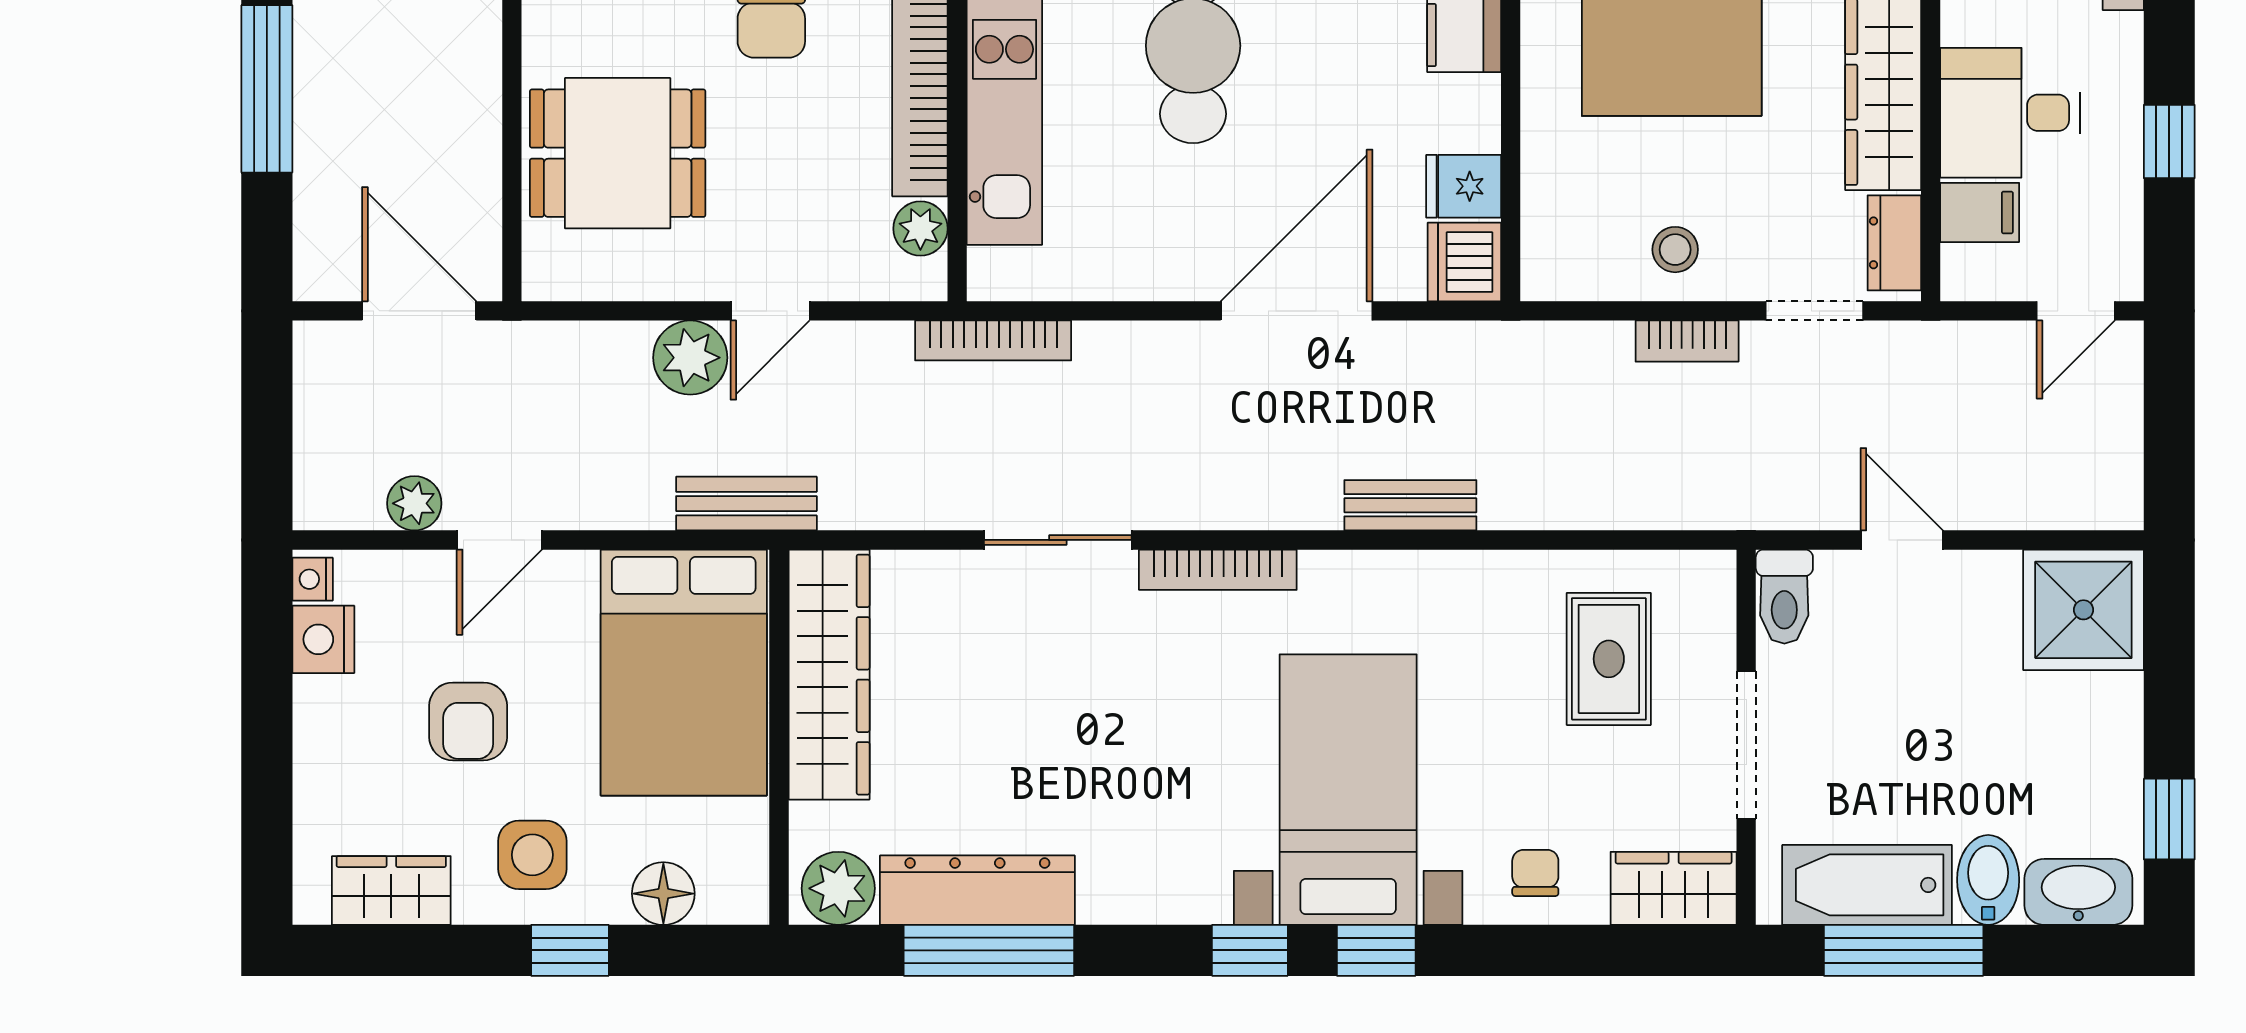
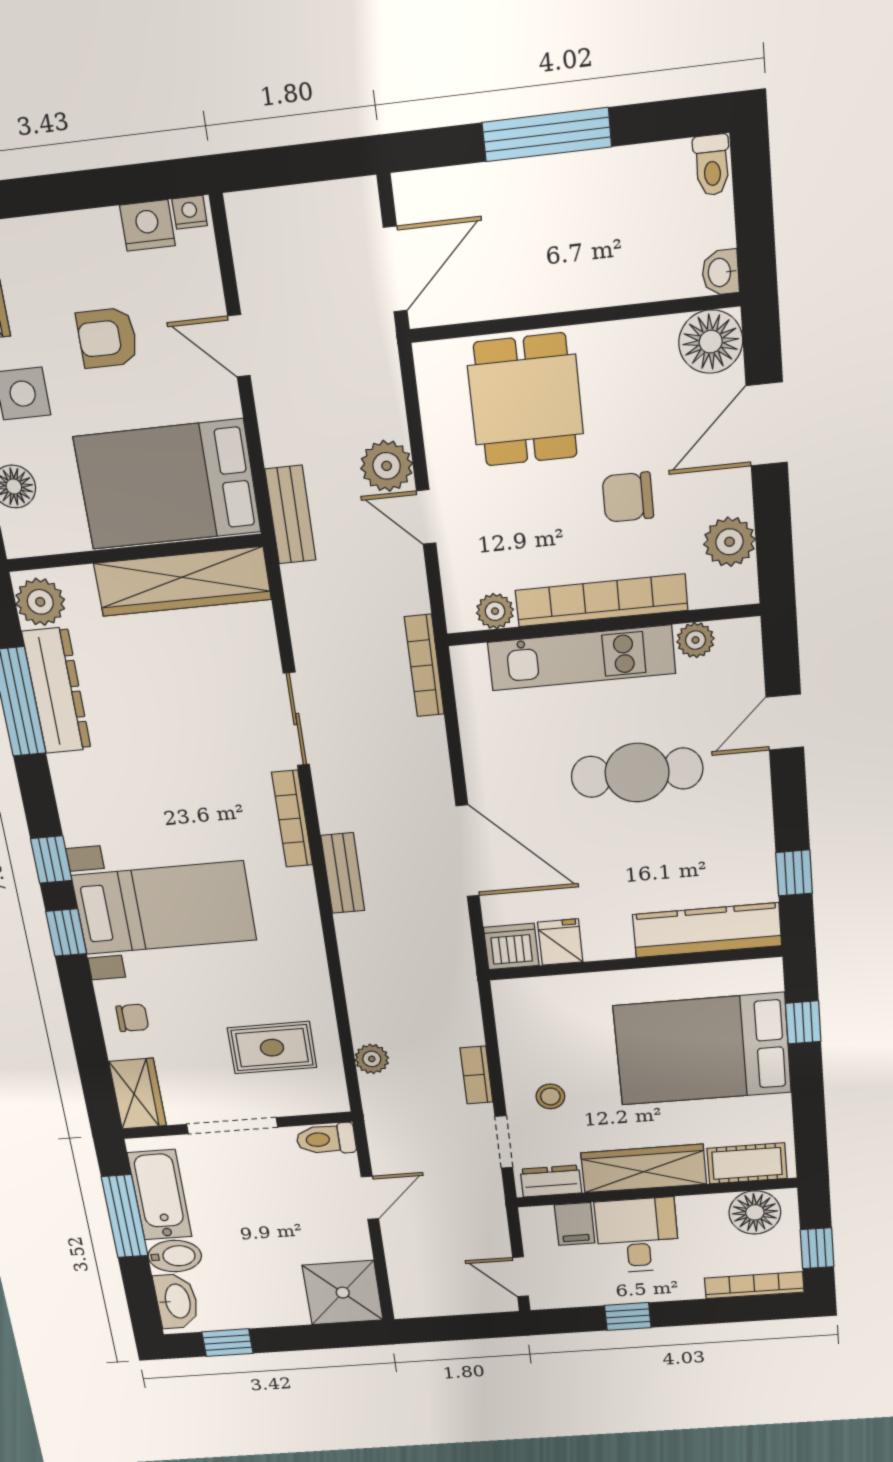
stool: (1675, 250) -> (550, 1096), moved
plant: (414, 503) -> (372, 1059), moved
bench: (1410, 505) -> (343, 873), moved

